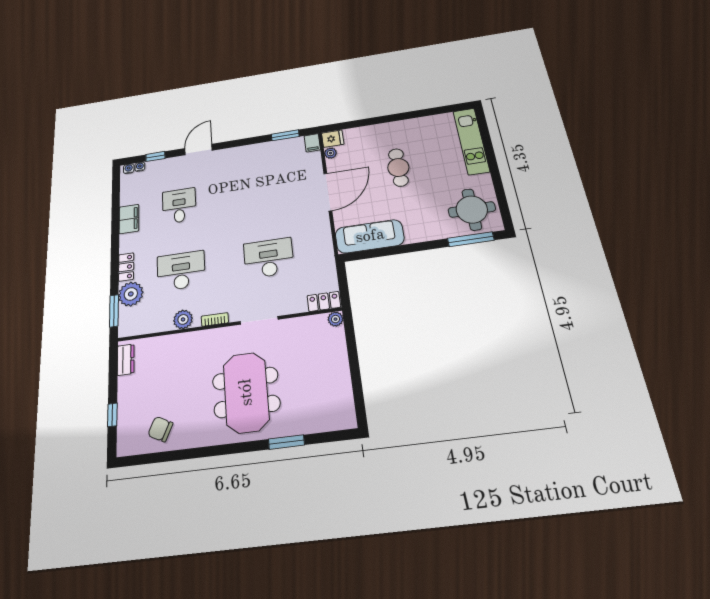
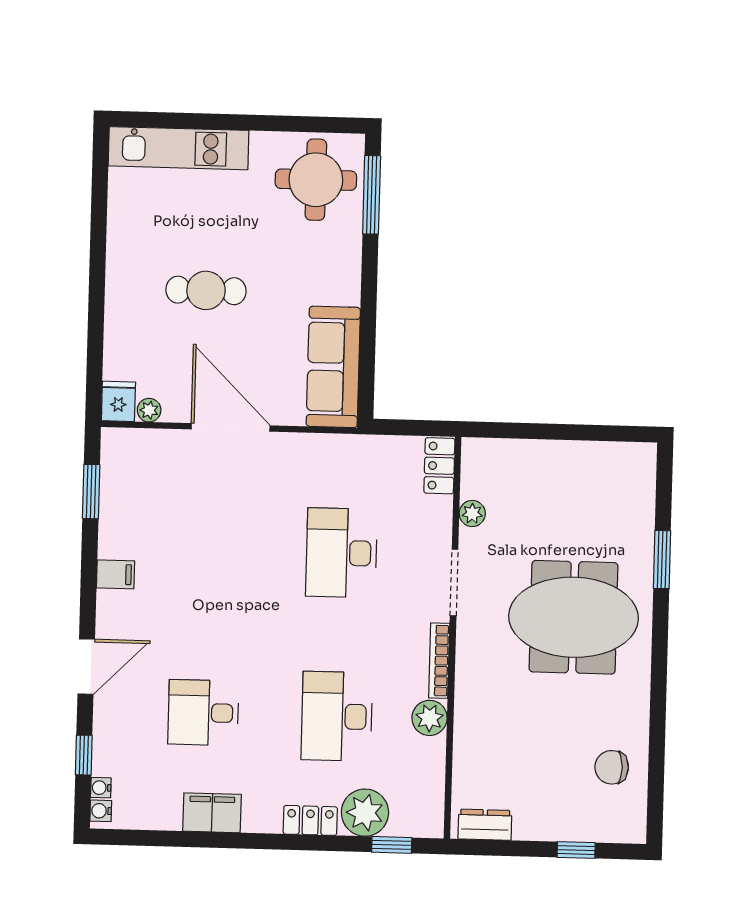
filing cabinet: (312, 143) -> (115, 574), moved
door: (198, 149) -> (86, 667), swing flipped
window: (114, 311) -> (392, 845), width x0.67
bookcase: (215, 319) -> (439, 661), width x1.56
plant: (335, 319) -> (472, 513), moved
chair: (160, 429) -> (612, 767), turned 64

